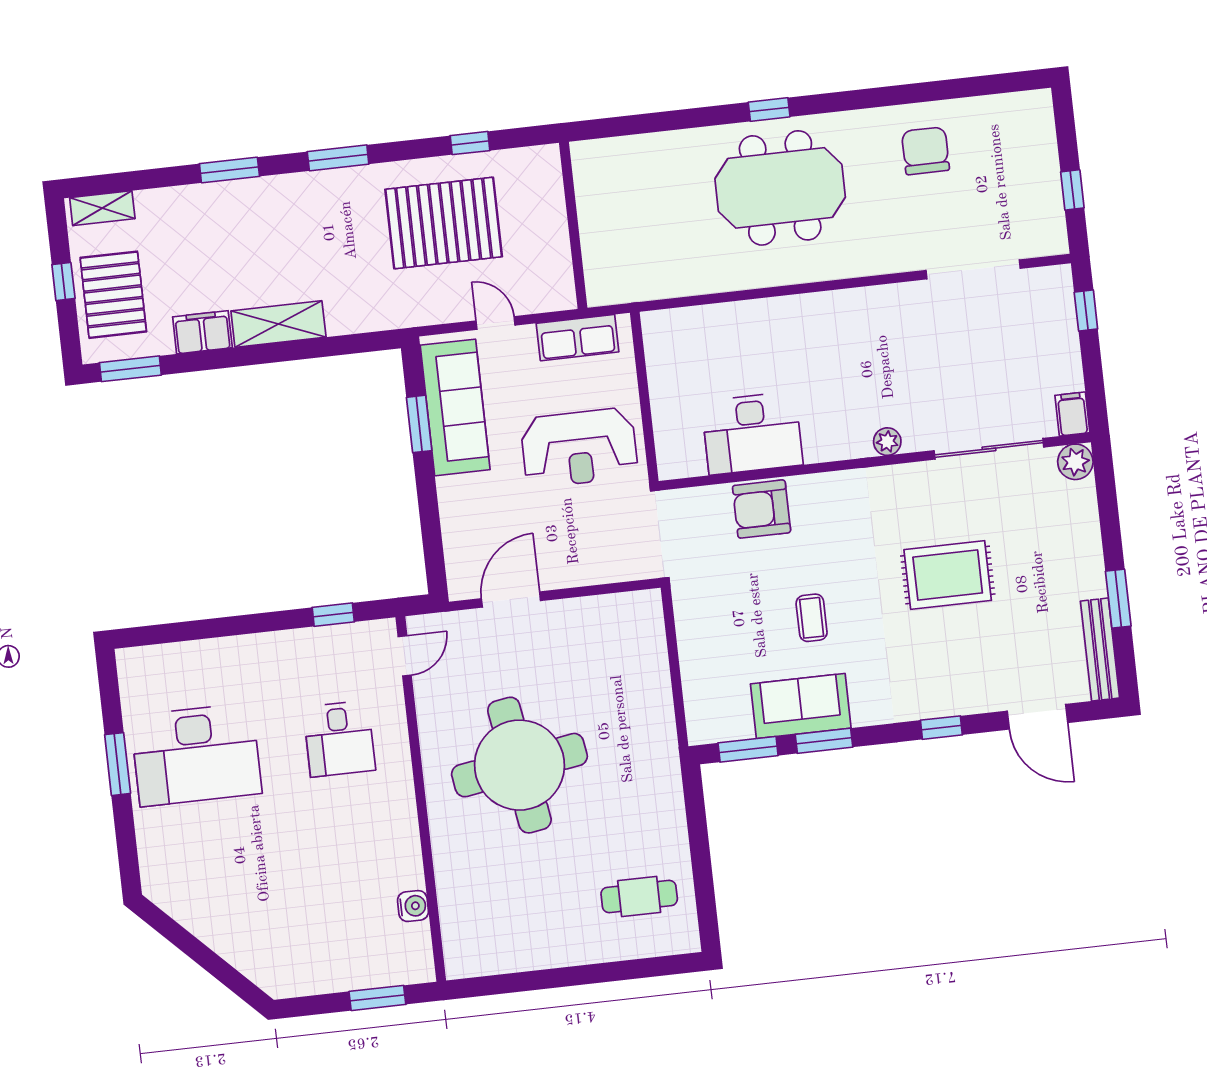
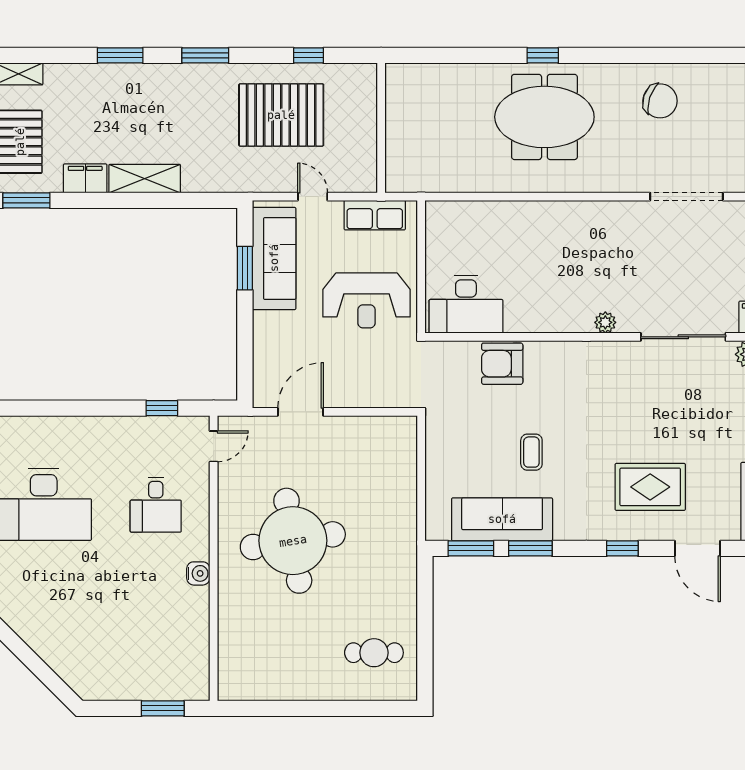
chair: (925, 151) -> (660, 101), turned 108
desk: (752, 433) -> (466, 304), moved
rug: (948, 575) -> (650, 487), moved
sofa: (801, 706) -> (502, 519), width x1.36
water cooler: (413, 906) -> (198, 573), moved

